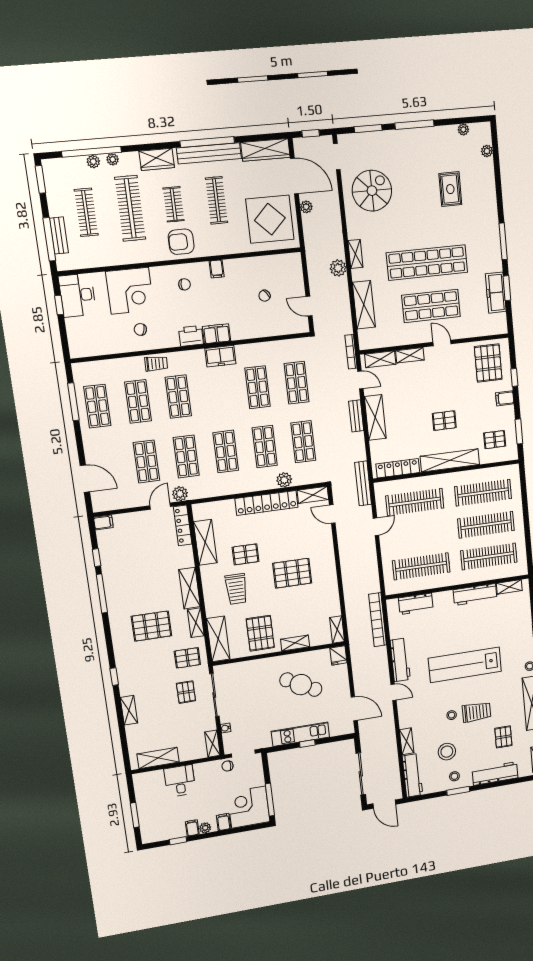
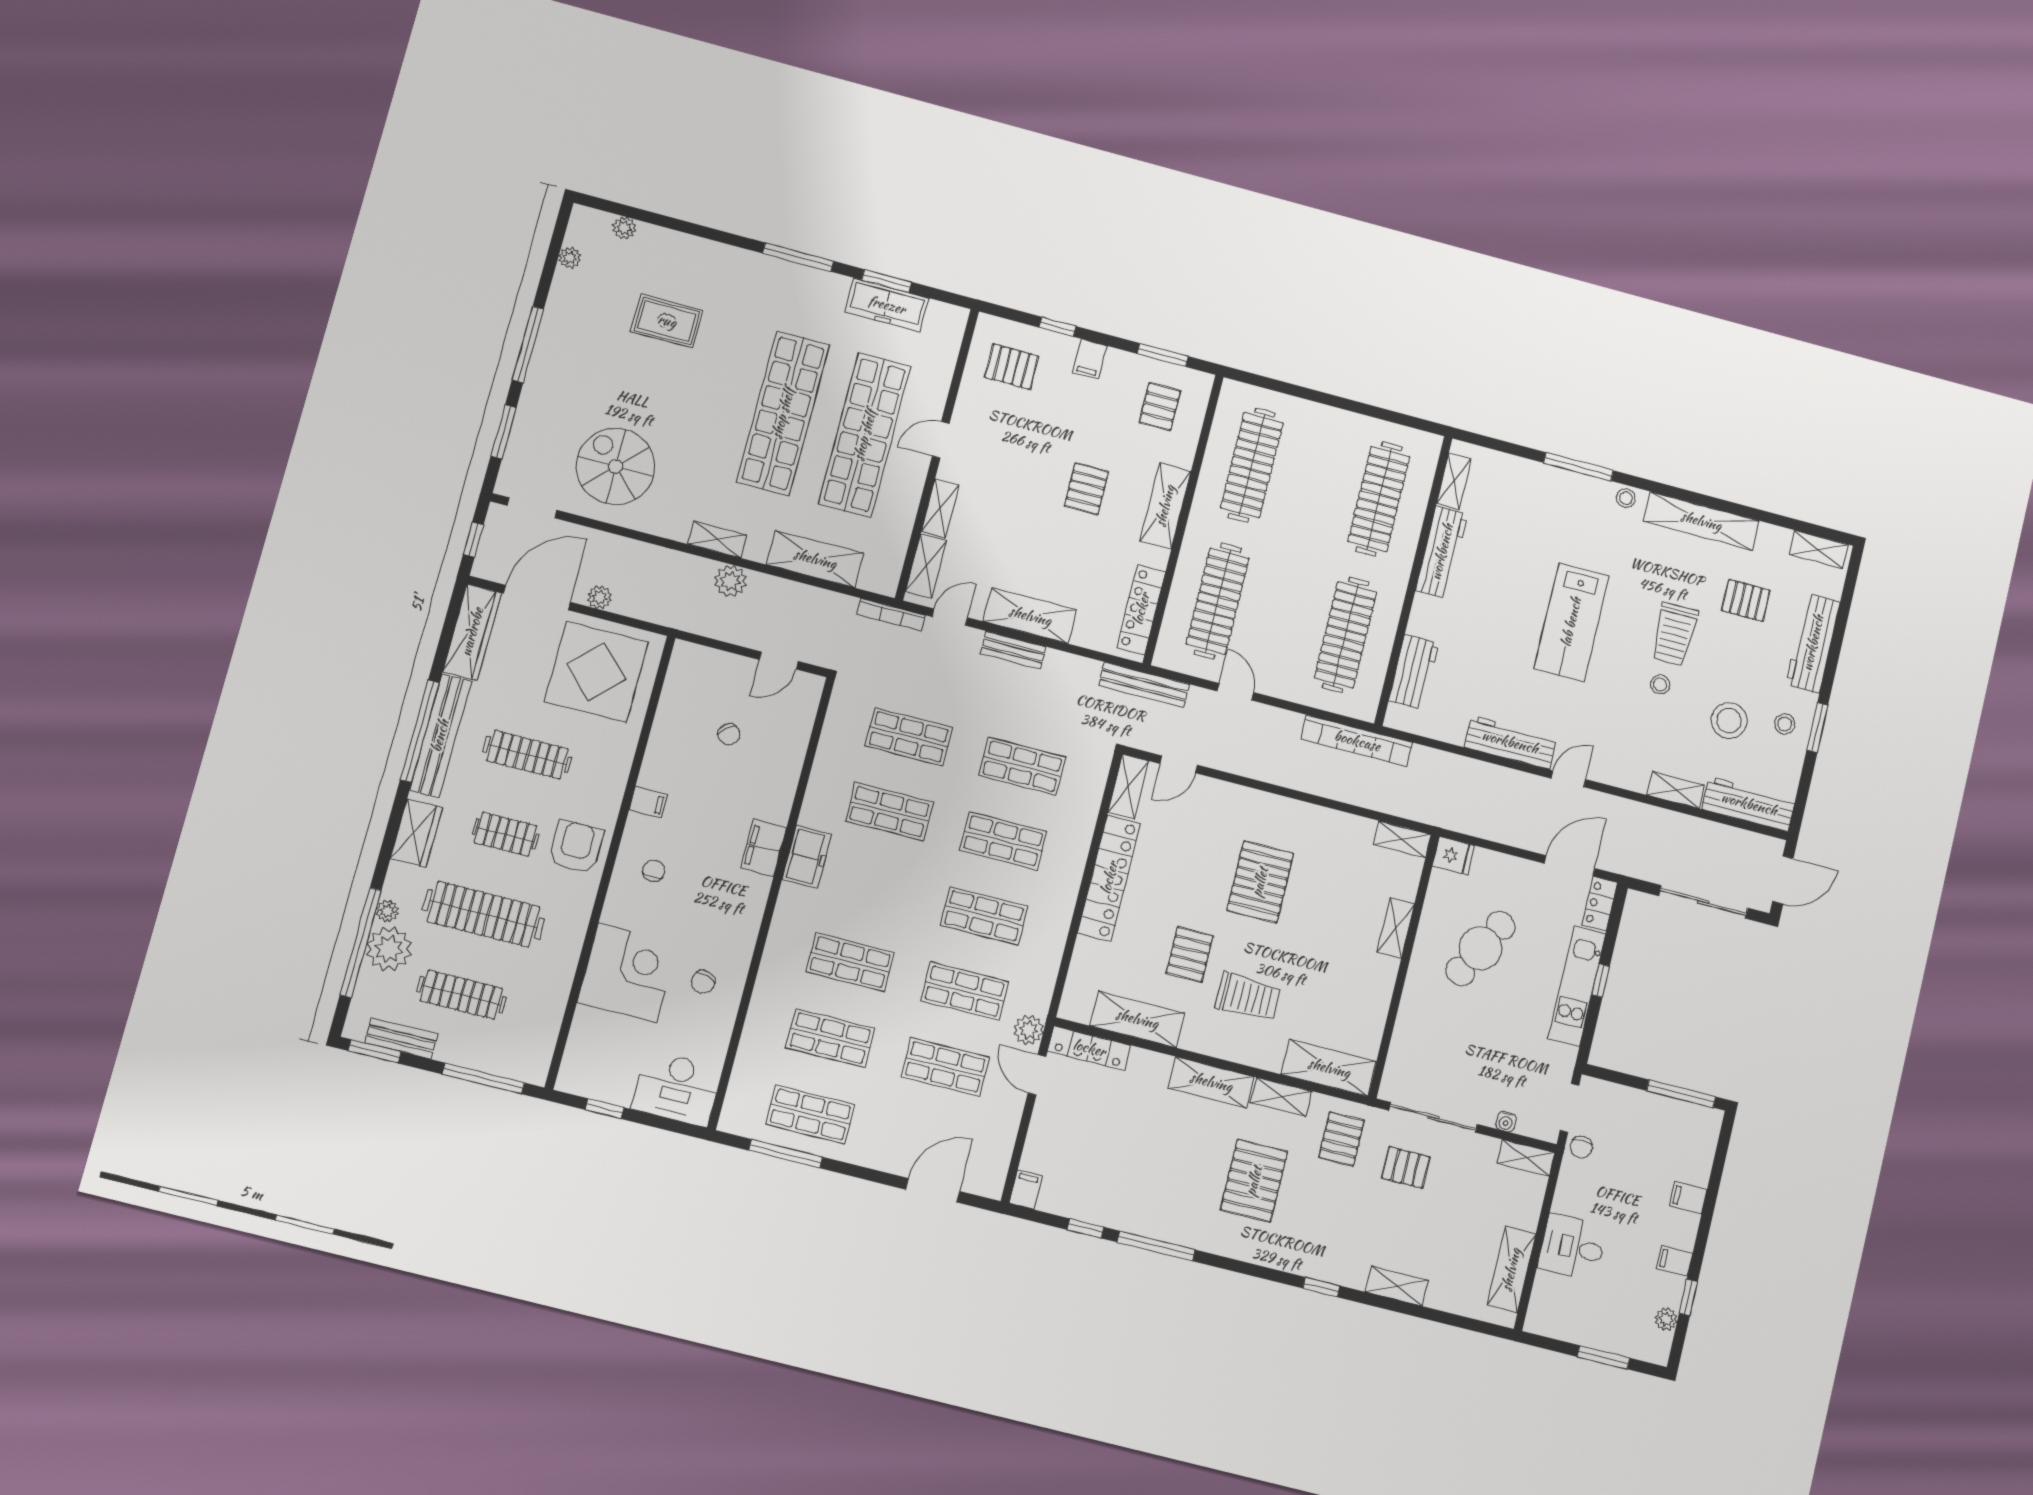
plant: (93, 162) -> (389, 949), width x1.87, depth x1.87
bench: (59, 236) -> (401, 1038), moved
armchair: (181, 242) -> (576, 847), turned 180
desk: (77, 295) -> (677, 1088), moved
shop shelf: (431, 306) -> (865, 435), width x1.40
printer: (191, 336) -> (750, 896), removed
pallet: (488, 363) -> (1011, 367), width x0.67, depth x0.71
trolley: (156, 364) -> (775, 978), removed
shelving: (450, 460) -> (1165, 506), width x0.68
plant: (284, 480) -> (1079, 829), removed
clothes rail: (486, 525) -> (1315, 482), removed
bookcase: (378, 620) -> (1357, 741), moved
pallet: (260, 633) -> (1350, 986), removed
lab bench: (465, 665) -> (1571, 622), width x0.73
trolley: (477, 712) -> (1674, 634), turned 180
locker: (342, 729) -> (1600, 904), added
corner desk: (249, 807) -> (1679, 1139), removed
plant: (205, 828) -> (1666, 1319), moved

